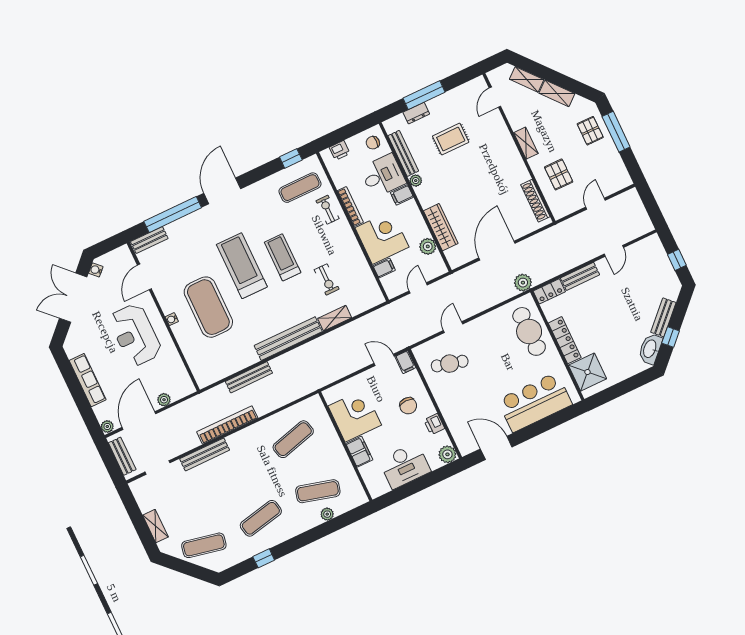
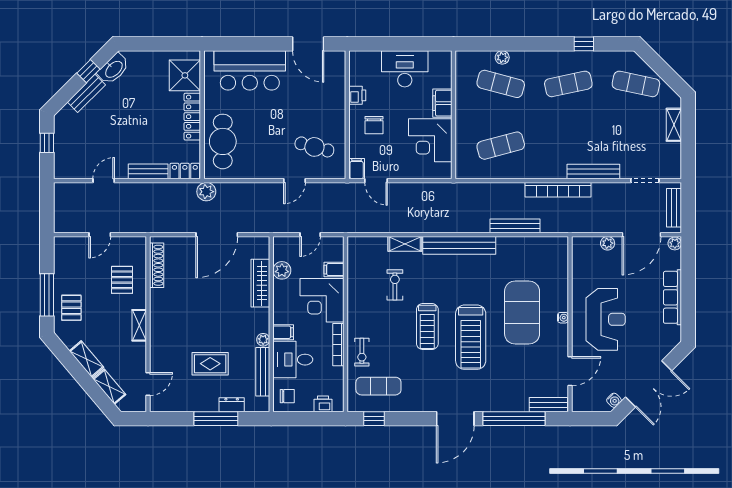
chair: (408, 406) -> (374, 125), turned 180
plant: (447, 454) -> (358, 60), removed

